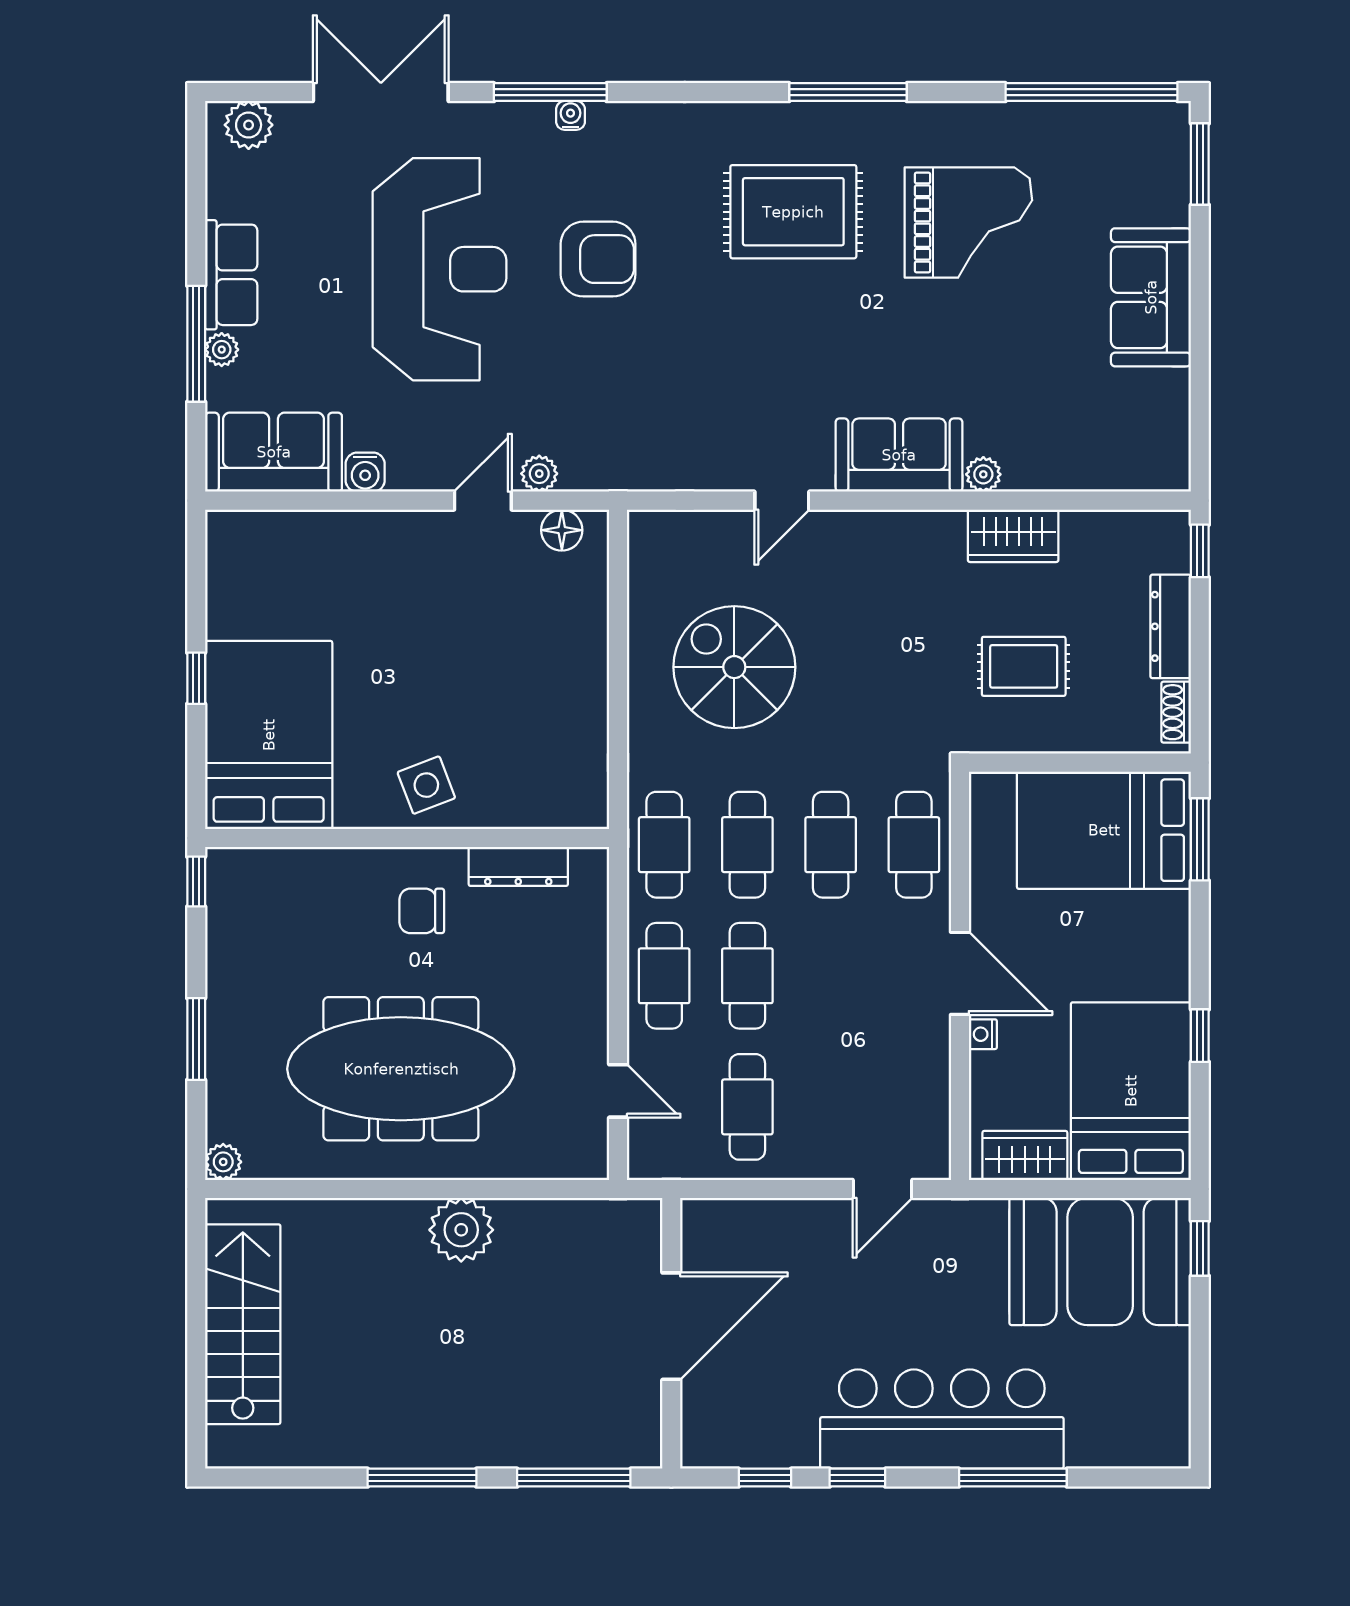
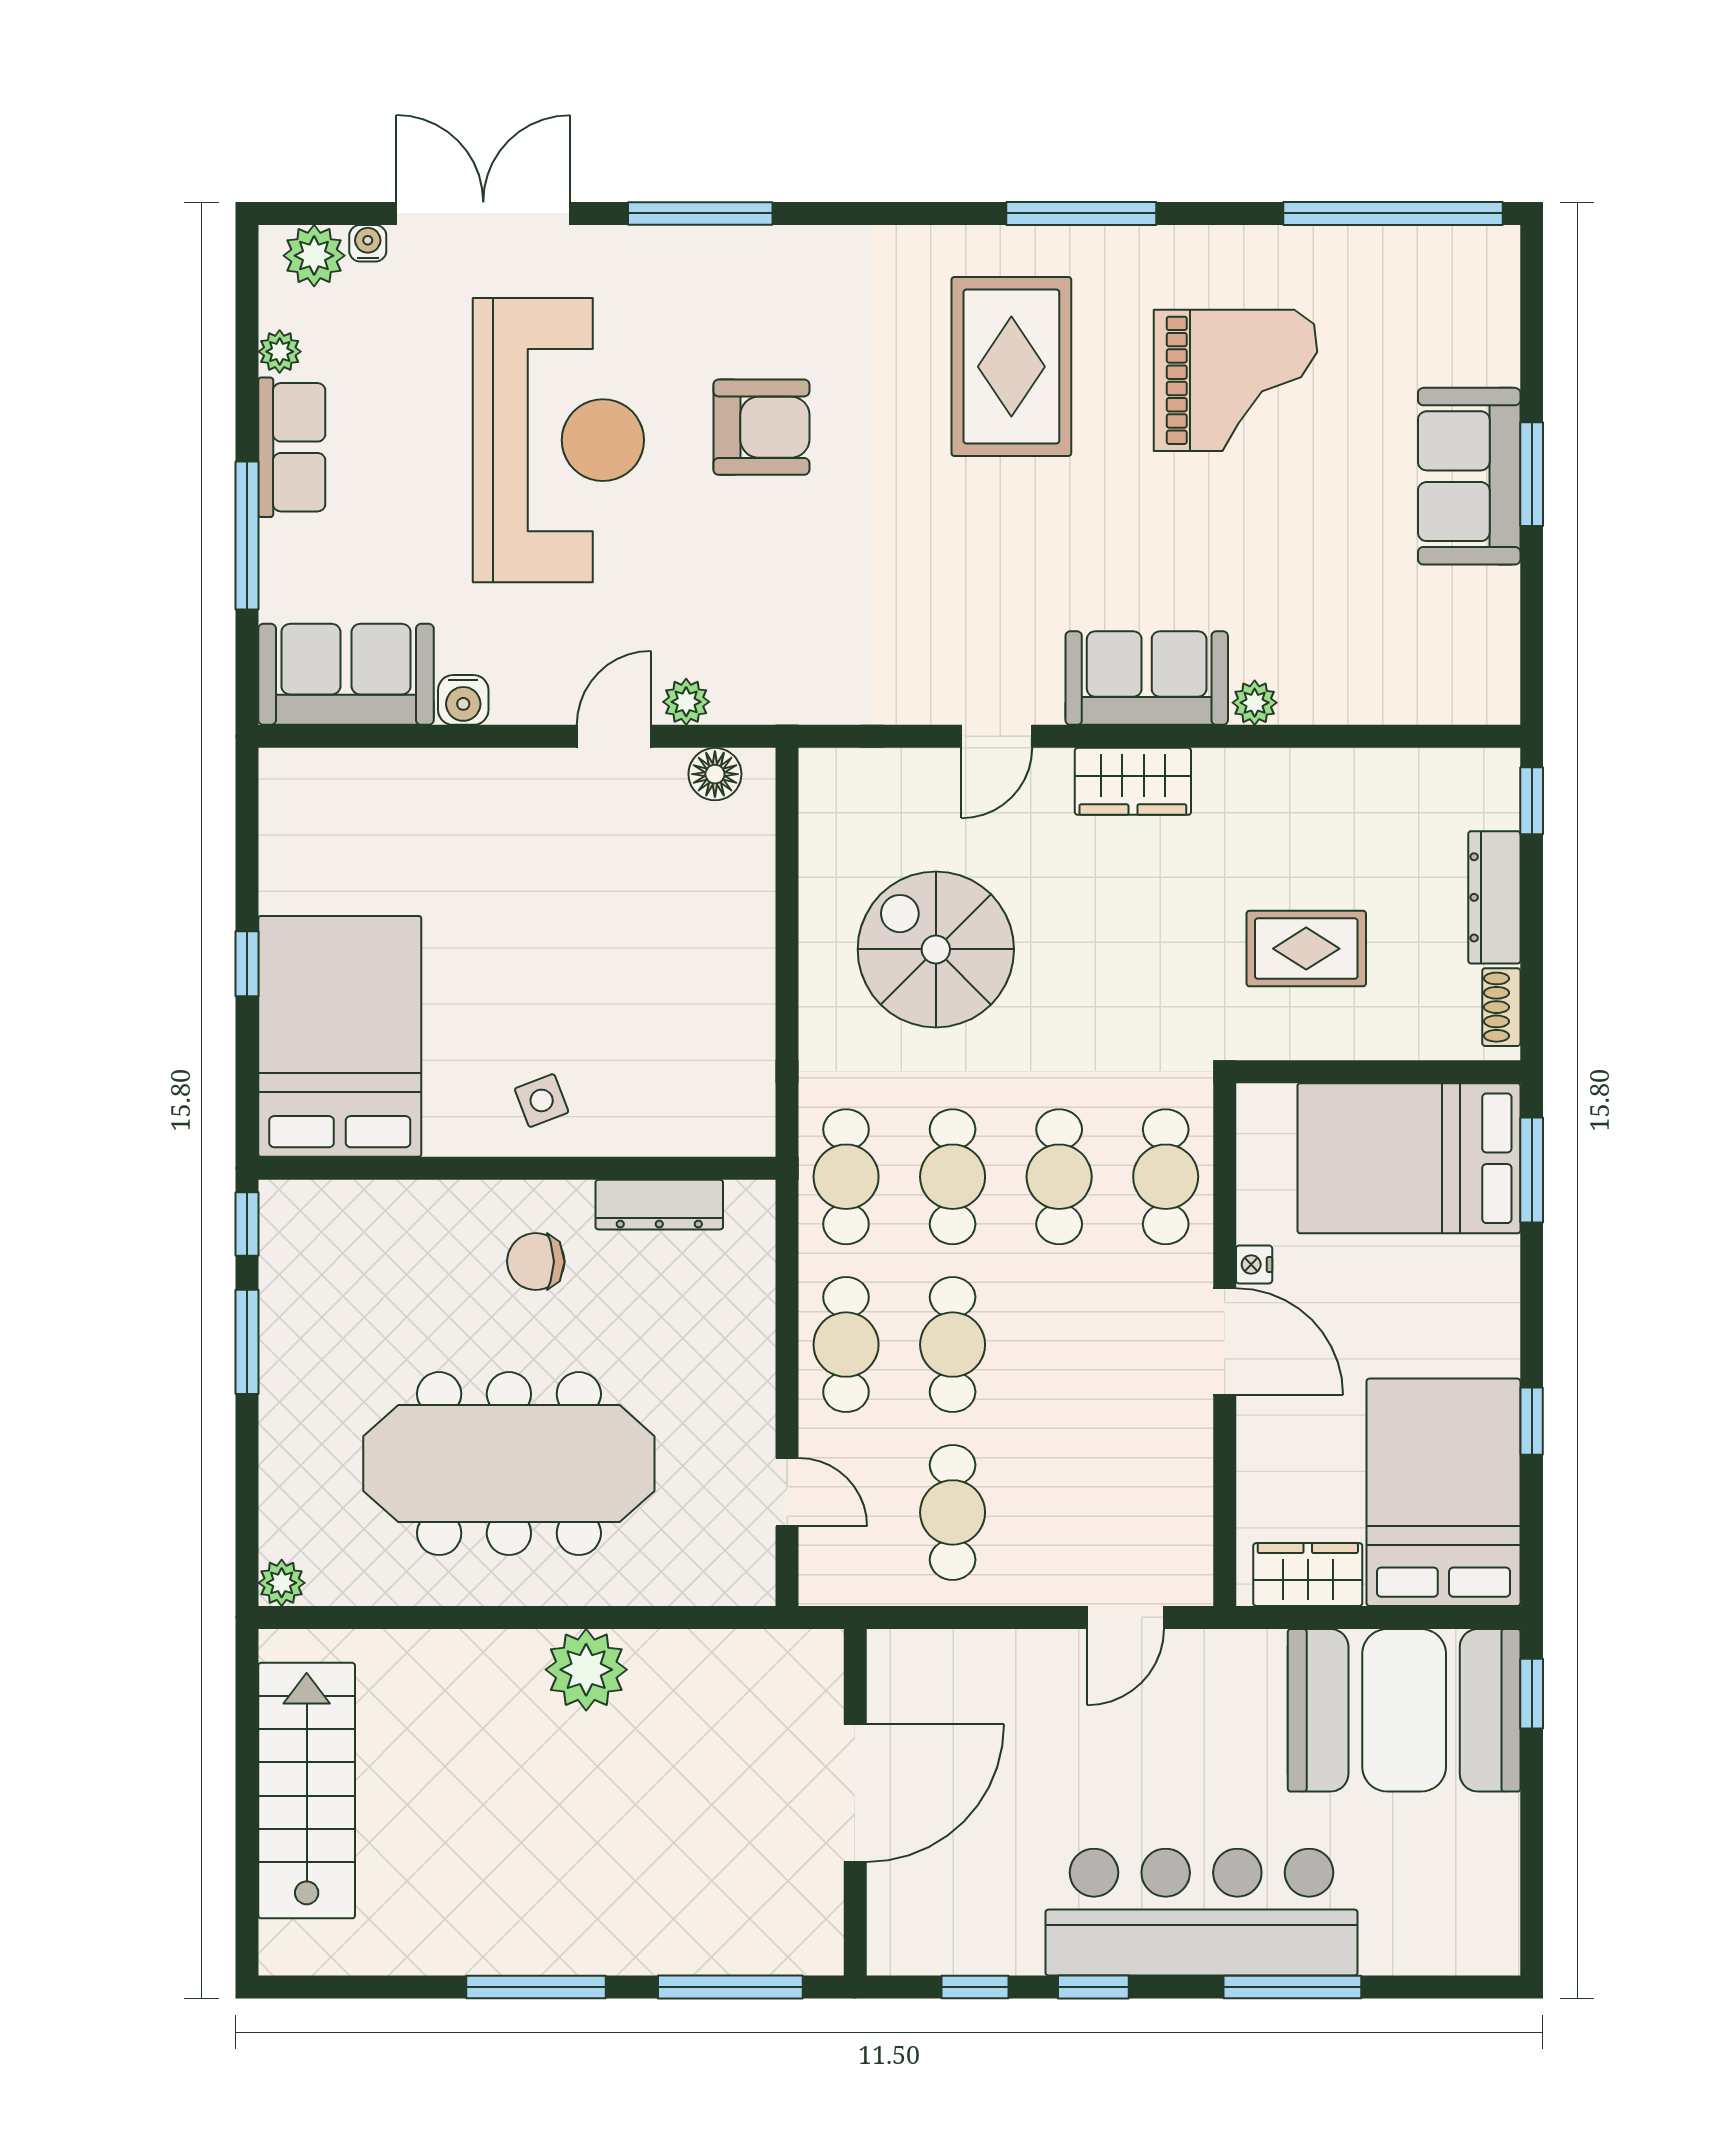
water cooler: (571, 115) -> (368, 243), moved
window: (1200, 164) -> (1532, 474), moved
rug: (793, 212) -> (1011, 367), turned 90
plant: (222, 350) -> (280, 352), moved
wardrobe: (1013, 536) -> (1133, 781), moved
side table: (426, 785) -> (542, 1100), width x0.73, depth x0.73
nightstand: (983, 1034) -> (1254, 1264), moved
window: (196, 1039) -> (247, 1342), moved

